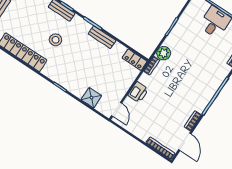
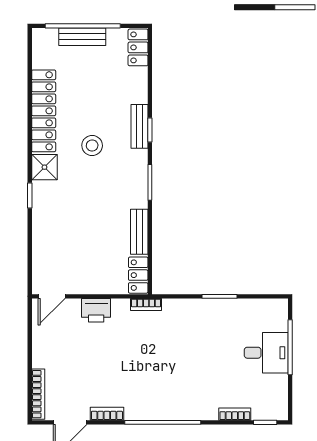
bench: (102, 37) -> (139, 232), moved
plant: (164, 53) -> (175, 310), removed
shower: (91, 98) -> (44, 167), moved

